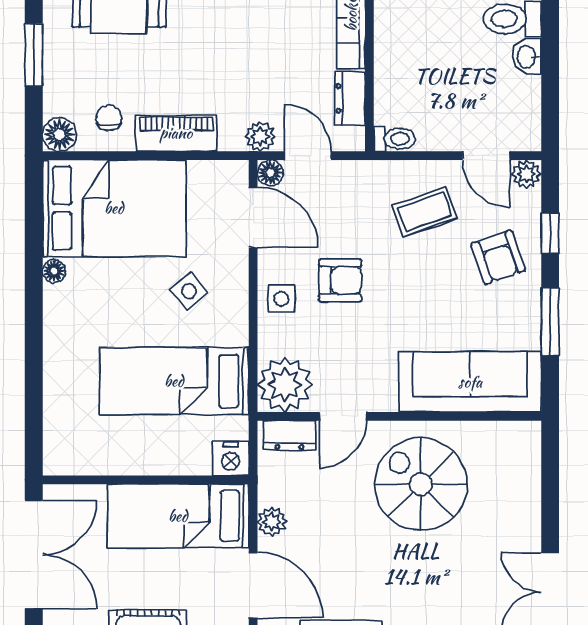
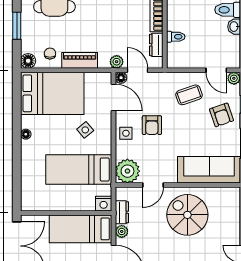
toilet: (394, 139) -> (176, 37), moved
floor lamp: (54, 271) -> (26, 134), moved
armchair: (340, 280) -> (152, 125), turned 90
dresser: (289, 435) -> (122, 212), moved, turned -90

